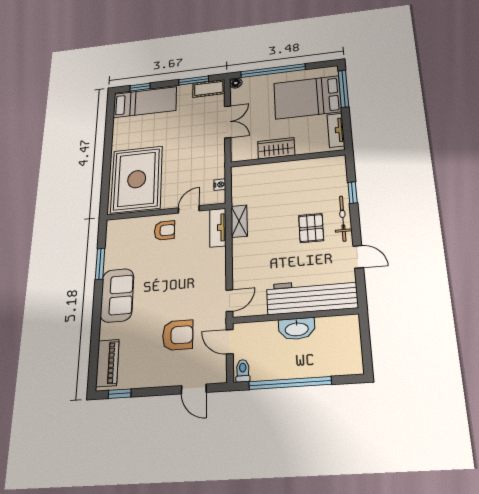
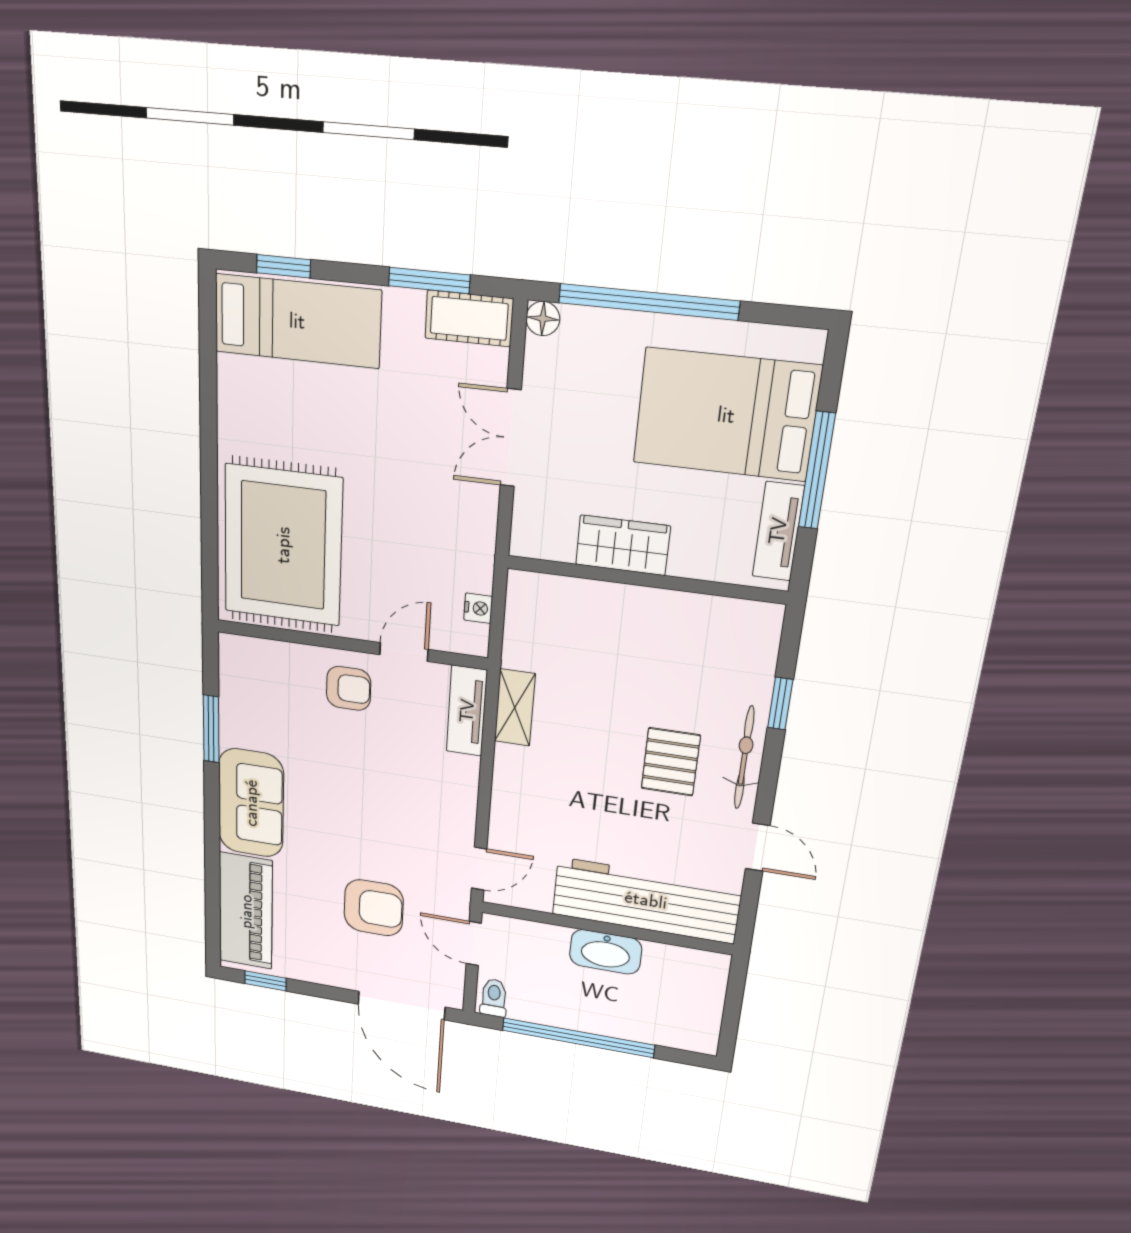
window: (343, 89) -> (817, 471), moved
double door: (228, 122) -> (511, 438), swing flipped
piano: (107, 363) -> (246, 911), width x1.37, depth x1.33
door: (194, 389) -> (401, 1006), width x1.87

